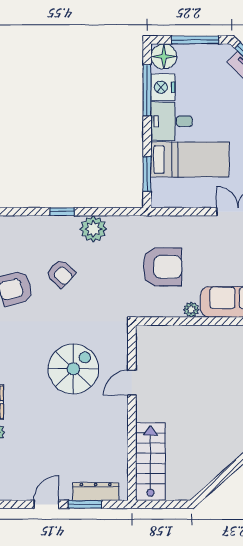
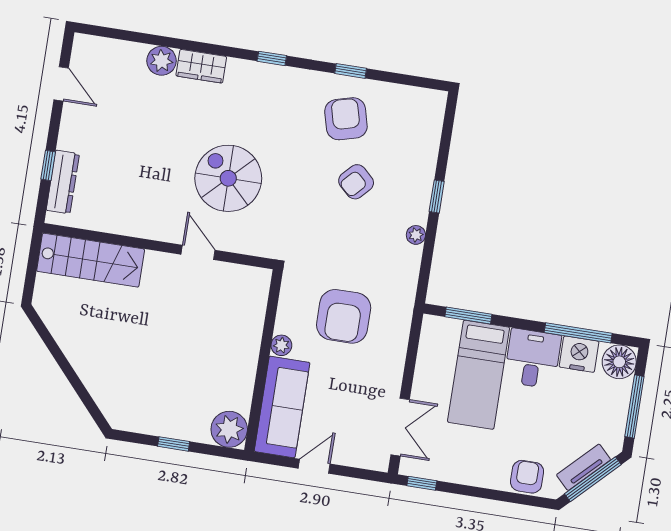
plant: (93, 229) -> (416, 235), width x0.53, depth x0.53
spiral stairs: (73, 369) -> (228, 178), turned 180
door: (46, 504) -> (61, 84), moved
window: (85, 504) -> (48, 165), width x0.67

